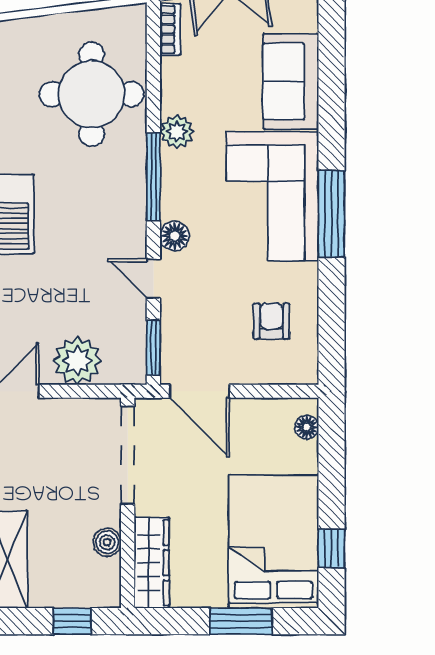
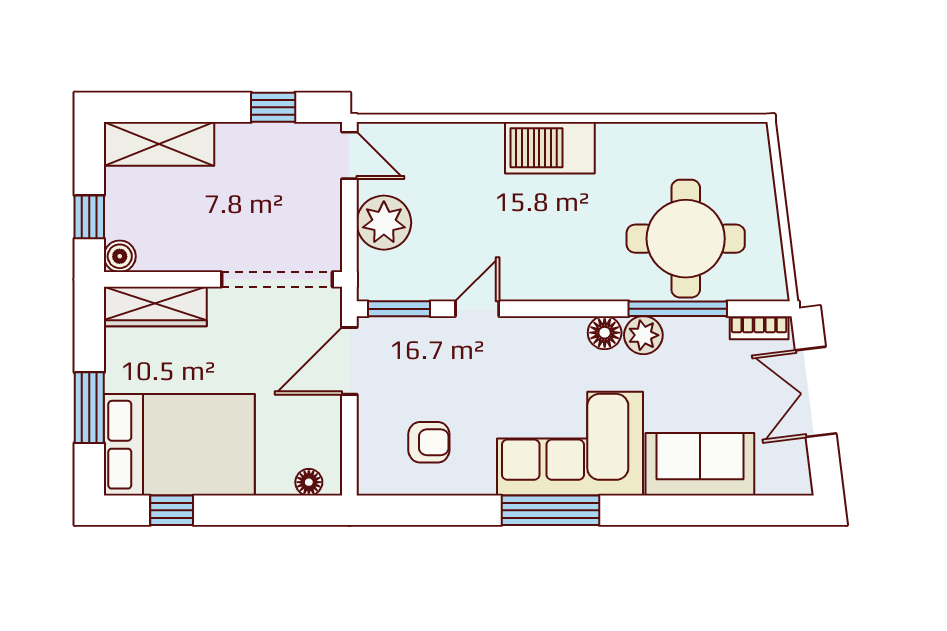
window: (153, 177) -> (678, 309), moved
floor lamp: (175, 236) -> (605, 333), moved
boiler: (107, 542) -> (120, 256), moved

